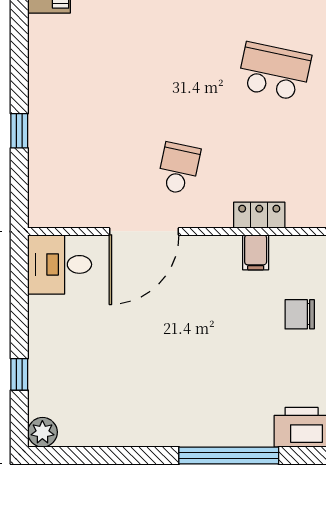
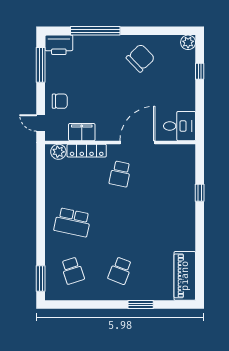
plant: (302, 213) -> (58, 152), added
locker: (259, 215) -> (87, 151), width x1.53
filing cabinet: (256, 252) -> (82, 132), width x2.00
chair: (138, 401) -> (140, 58), added

